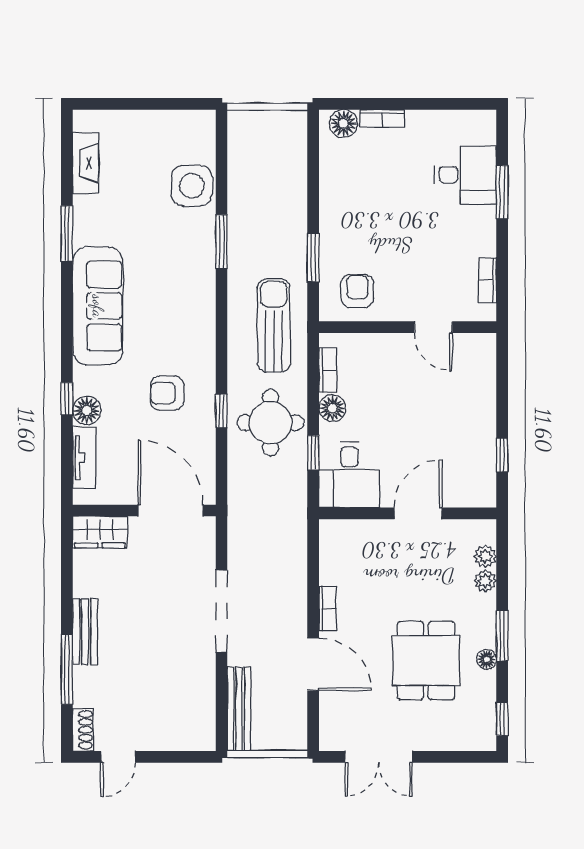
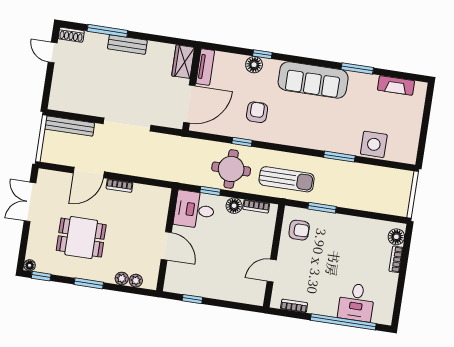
window: (502, 192) -> (343, 322), width x2.11
tv unit: (84, 458) -> (205, 67), moved, turned -90
floor lamp: (487, 659) -> (30, 265), moved

